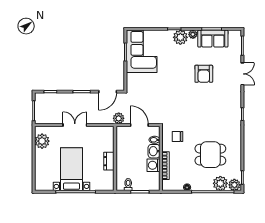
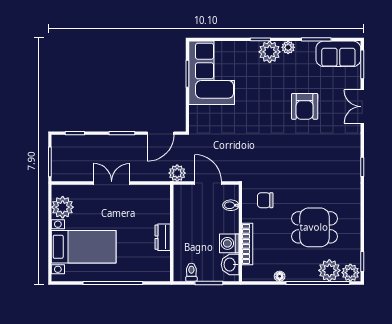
sofa: (213, 39) -> (338, 54), moved
double door: (242, 74) -> (362, 107), swing flipped
washbasin: (154, 151) -> (230, 265), moved
bed with nightstands: (71, 169) -> (84, 247), moved, turned 90

